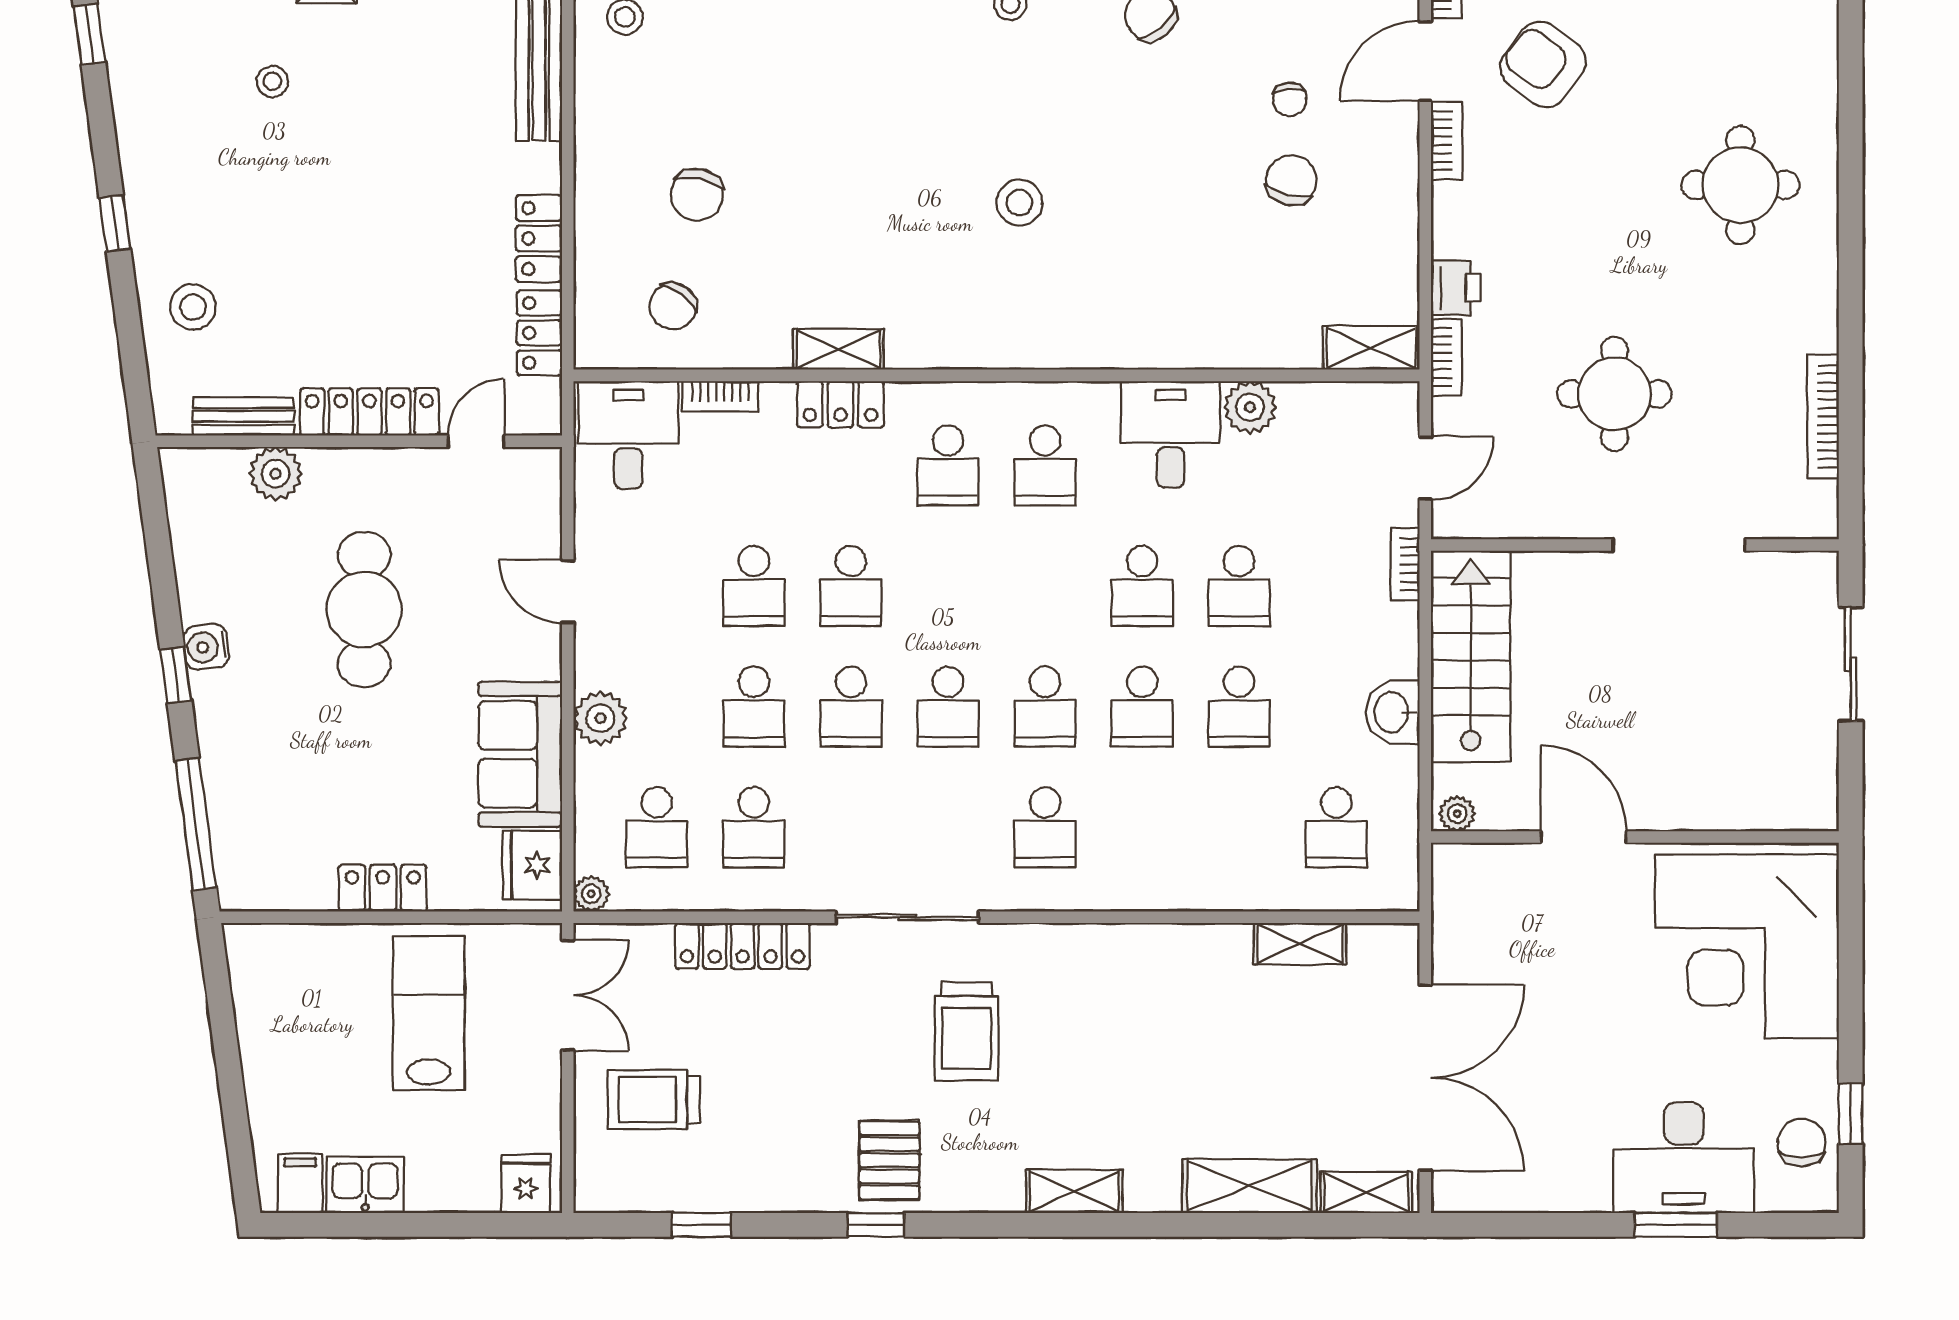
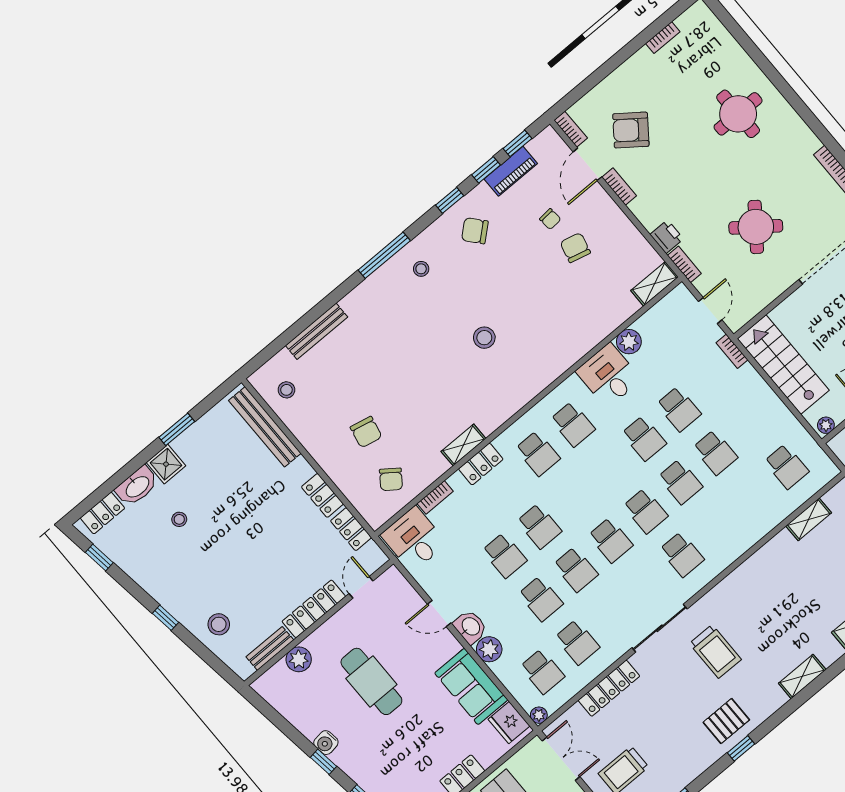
round table: (1614, 394) -> (756, 227), turned 37
washbasin: (1393, 712) -> (470, 627), moved, turned 180
pallet: (889, 1160) -> (726, 721), turned 90

